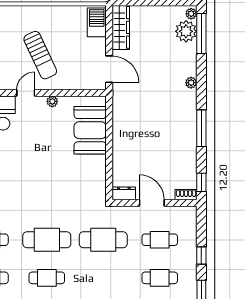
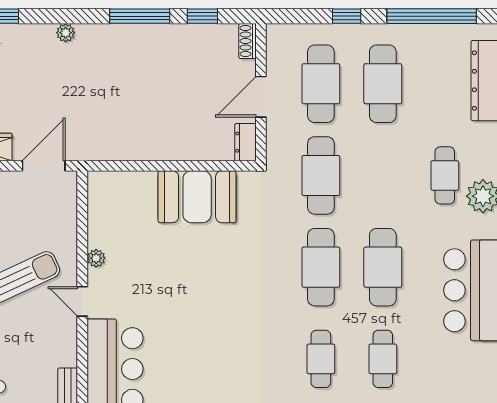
booth: (90, 130) -> (197, 197), moved
window: (201, 182) -> (202, 16), moved
cafe table: (160, 240) -> (321, 84), width x1.37, depth x1.35
cafe table: (47, 278) -> (383, 267), width x1.37, depth x1.35
cafe table: (160, 278) -> (383, 84), width x1.37, depth x1.35

